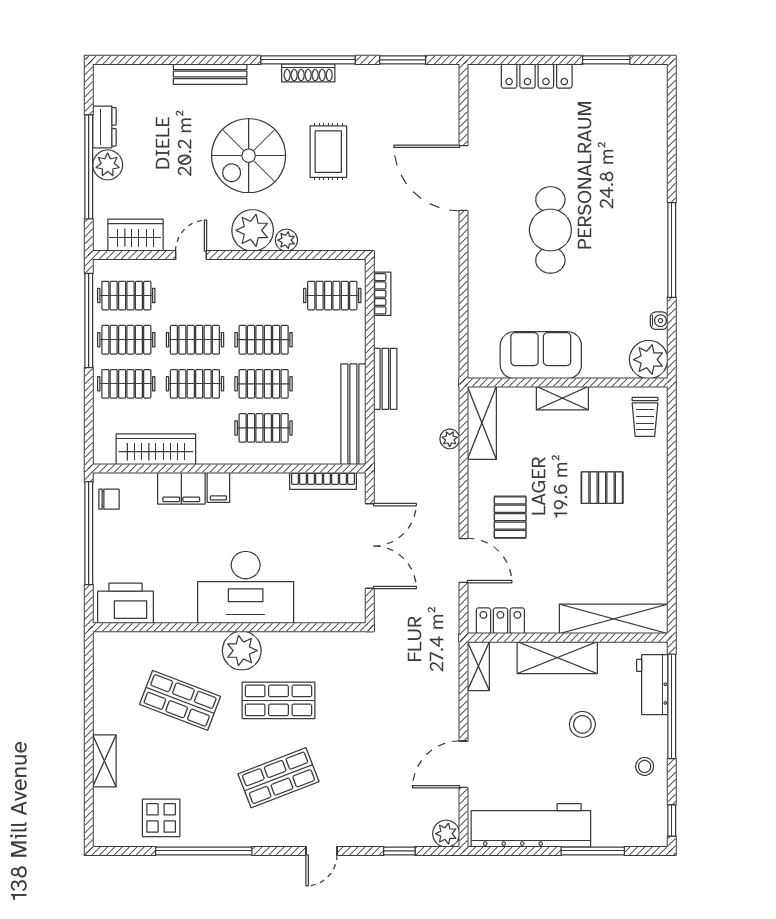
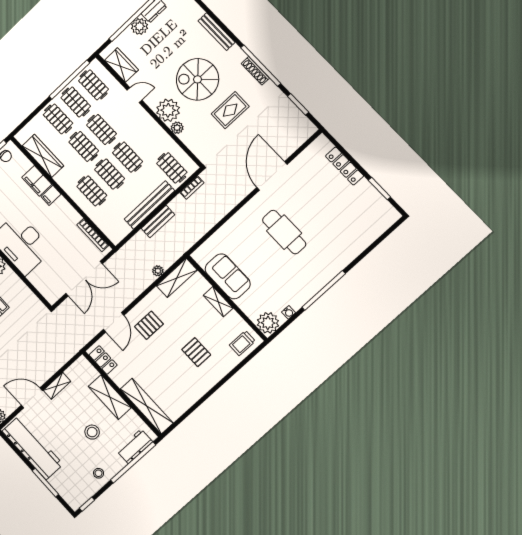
cafe table: (550, 230) -> (284, 232), turned 90
bench: (353, 414) -> (149, 205), moved
shelving: (478, 666) -> (57, 386), moved

